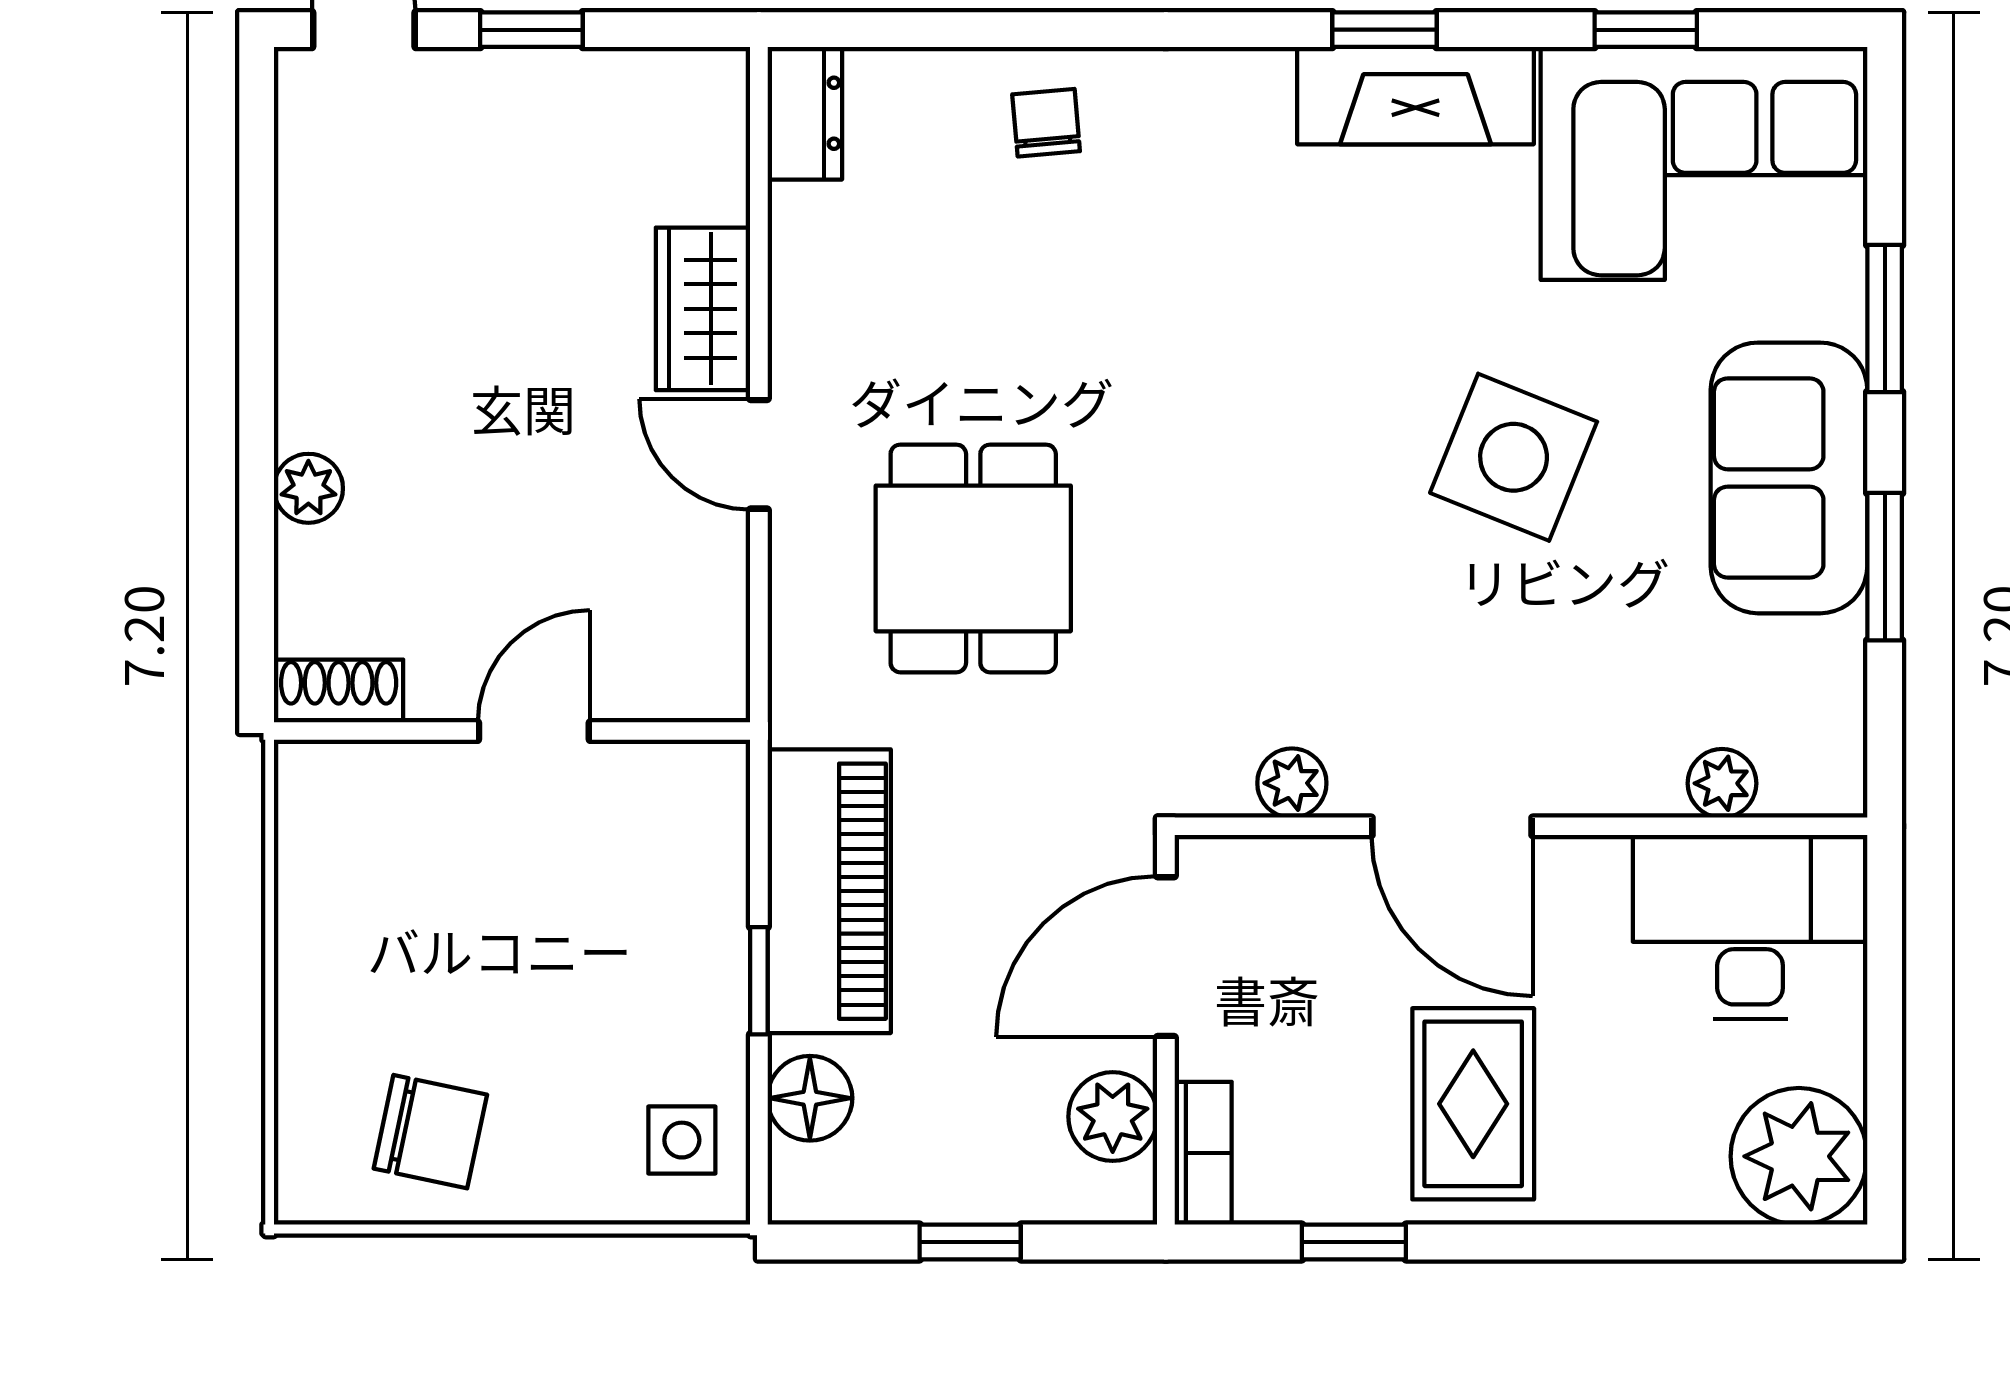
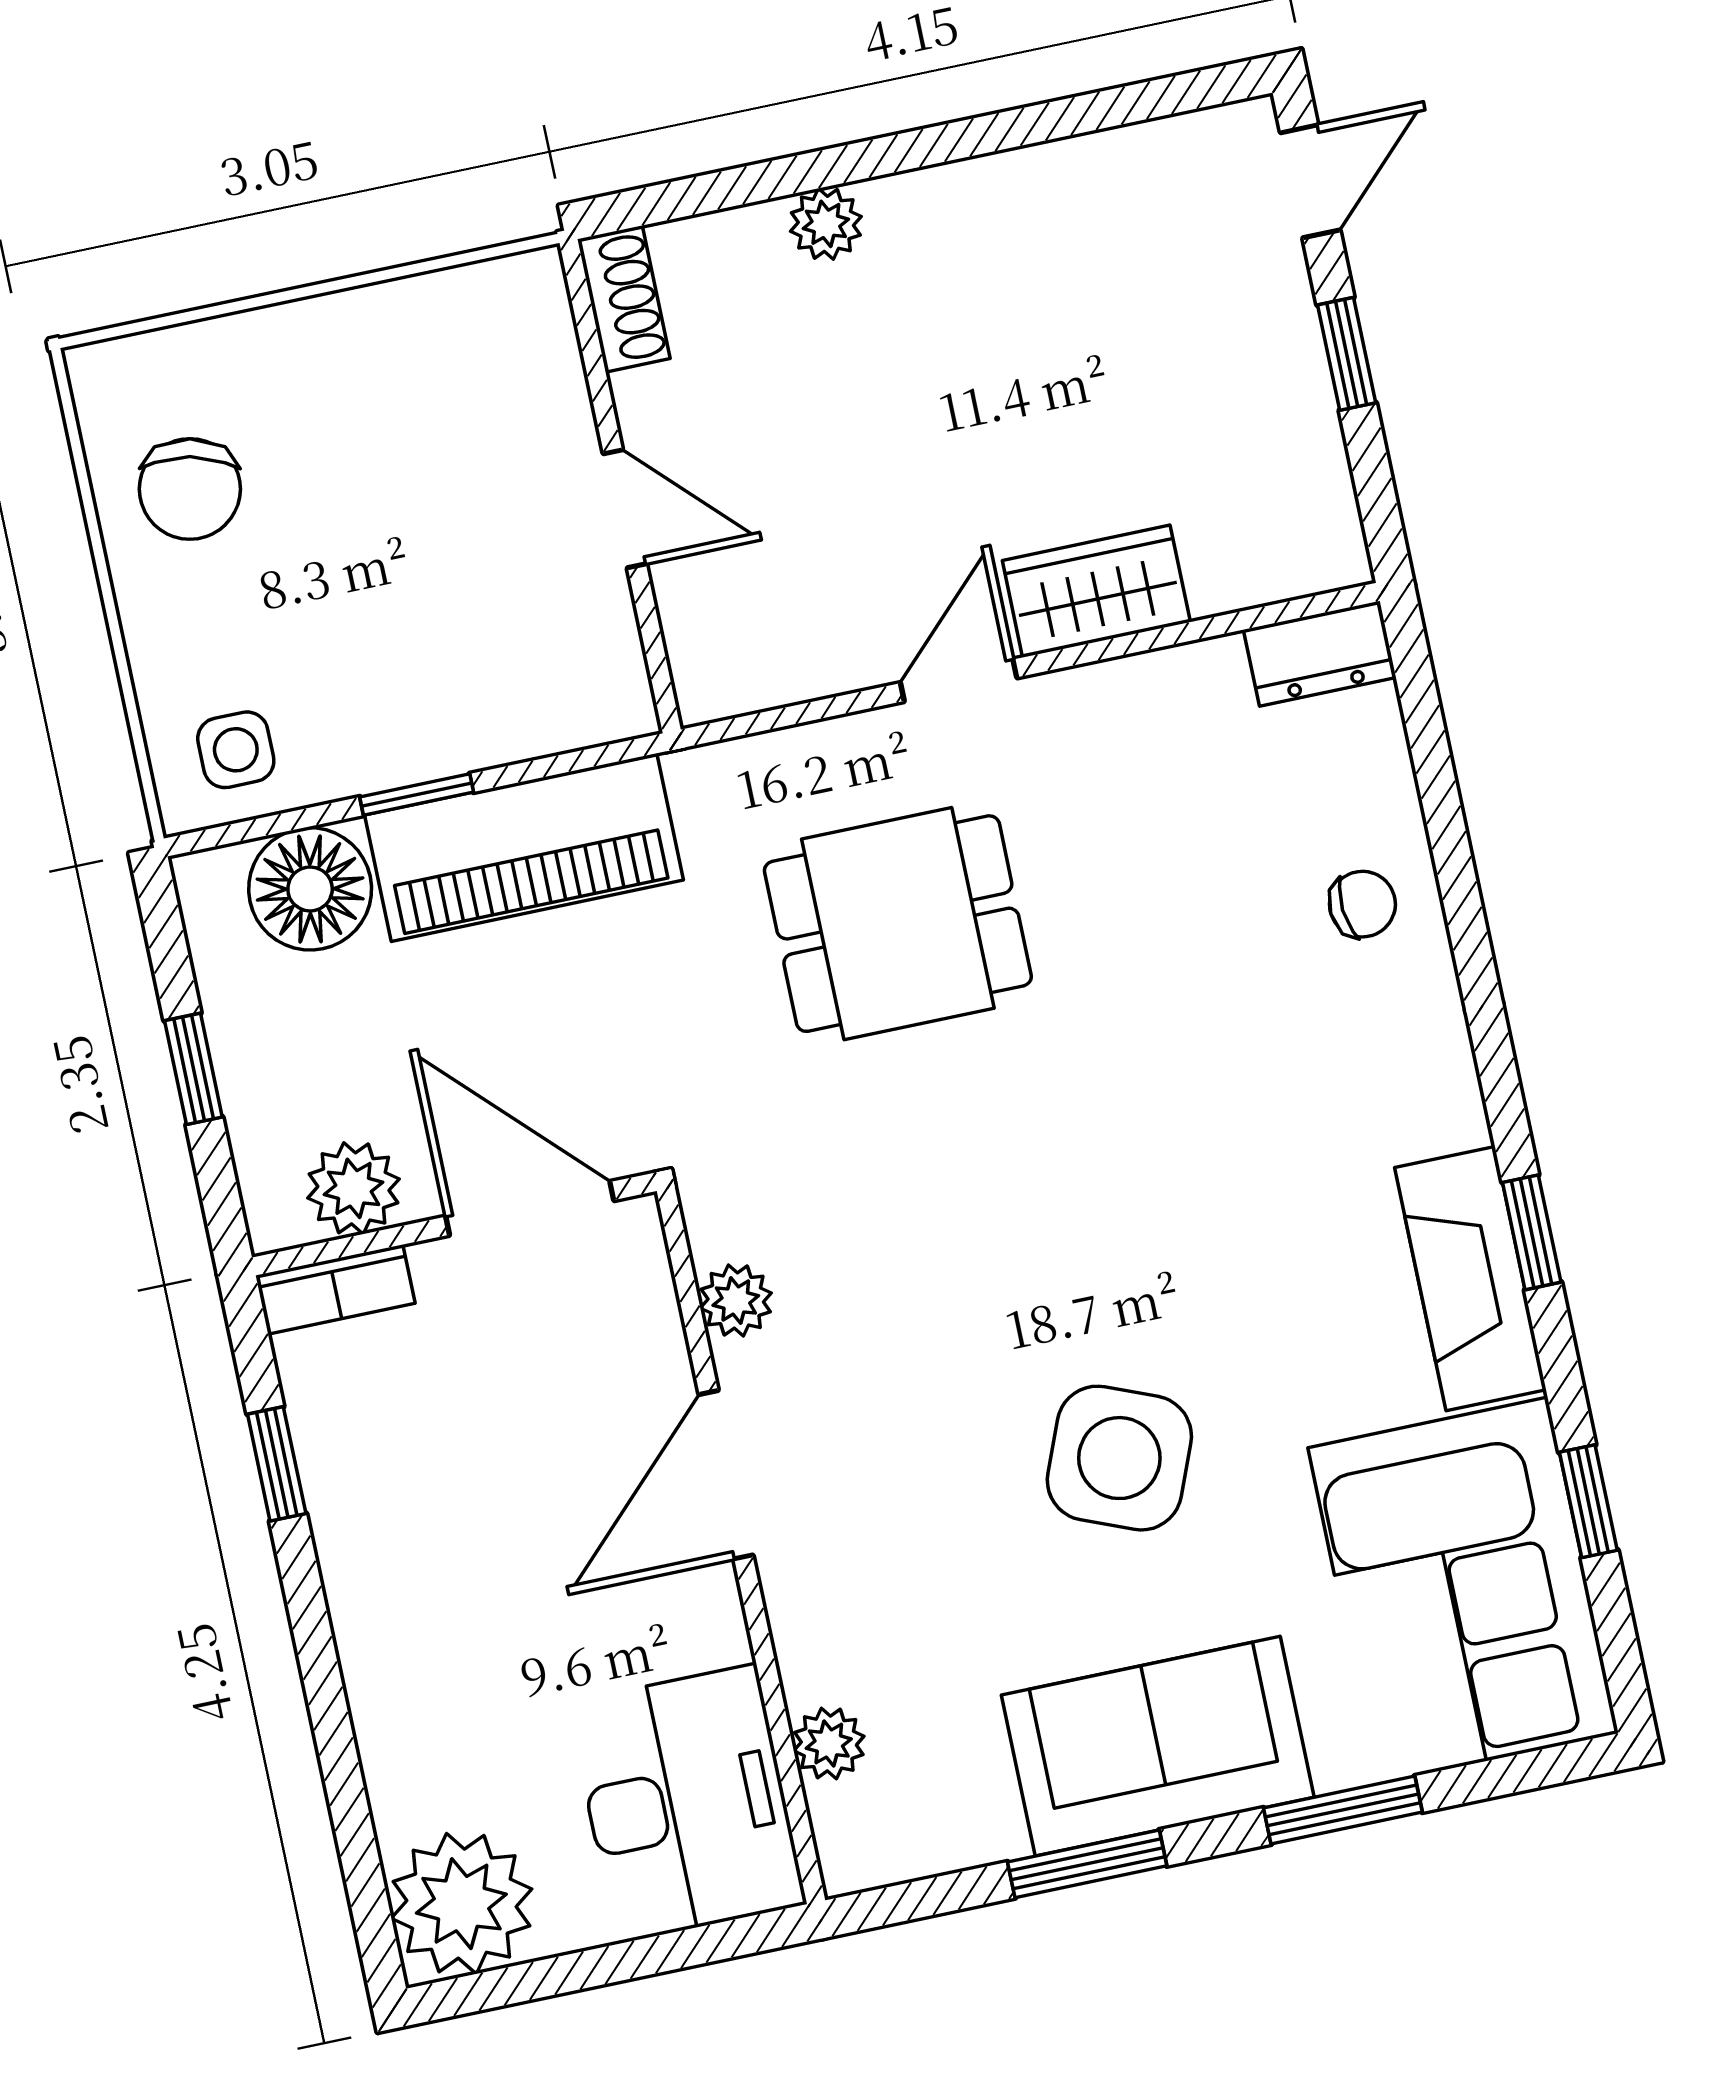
floor lamp: (810, 1098) -> (310, 889), width x1.38, depth x1.38
rug: (1473, 1104) -> (445, 1557), removed

